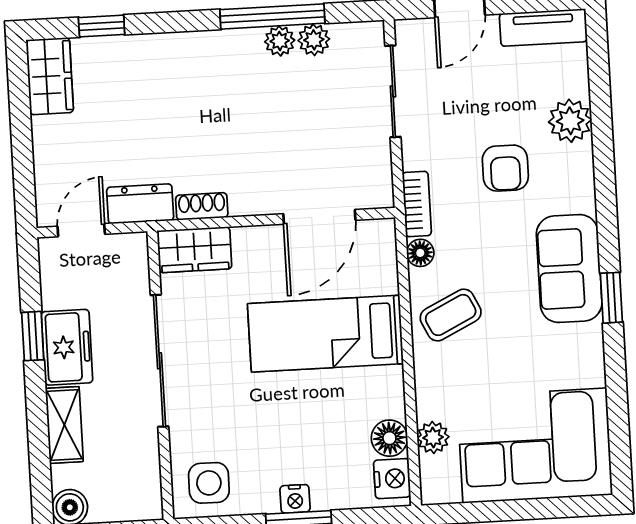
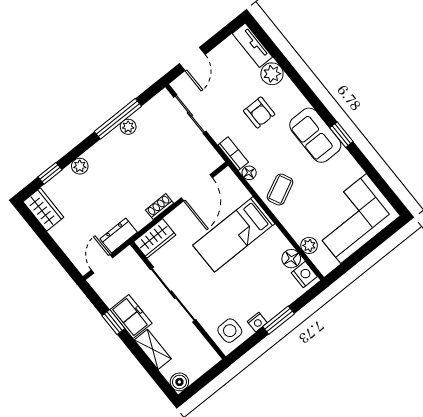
tv unit: (543, 28) -> (252, 45), moved, turned 90
plant: (314, 40) -> (80, 166), moved
shoe rack: (202, 206) -> (160, 207), moved
nightstand: (295, 499) -> (257, 322), moved

